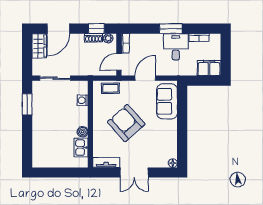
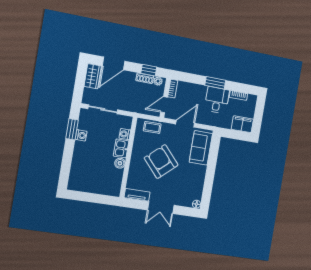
washing machine: (37, 109) -> (81, 135), added
kitchen sink: (81, 148) -> (121, 148), moved

